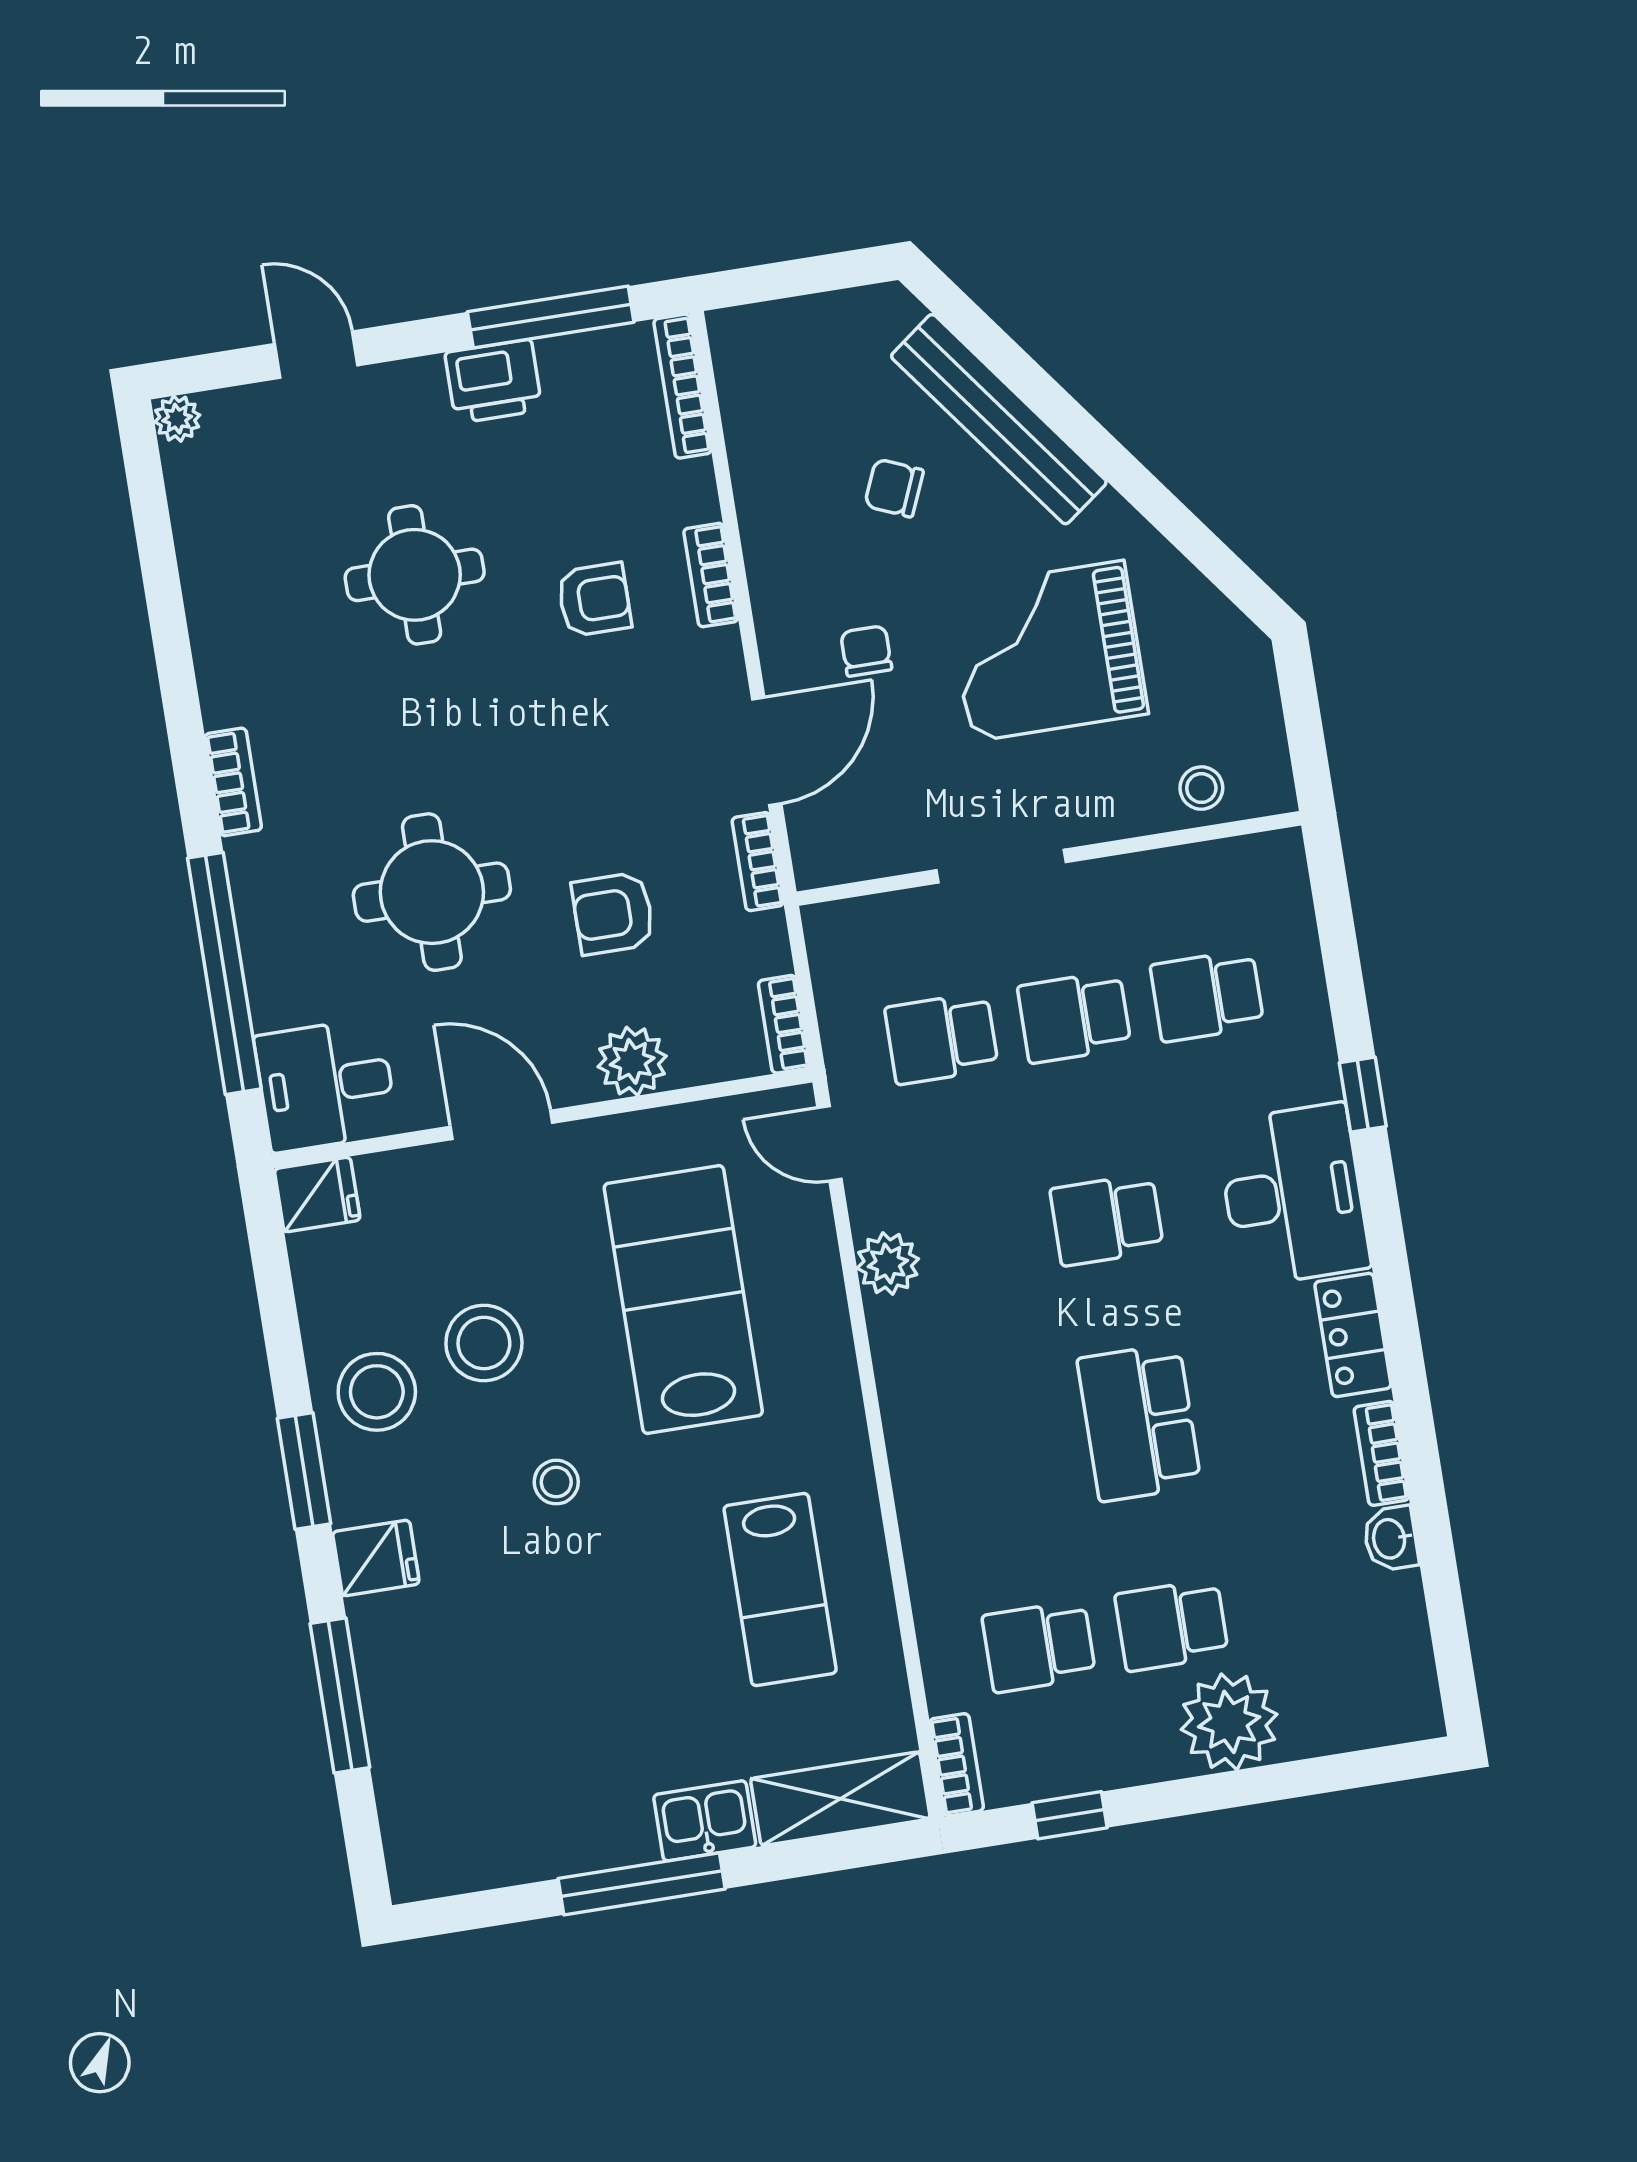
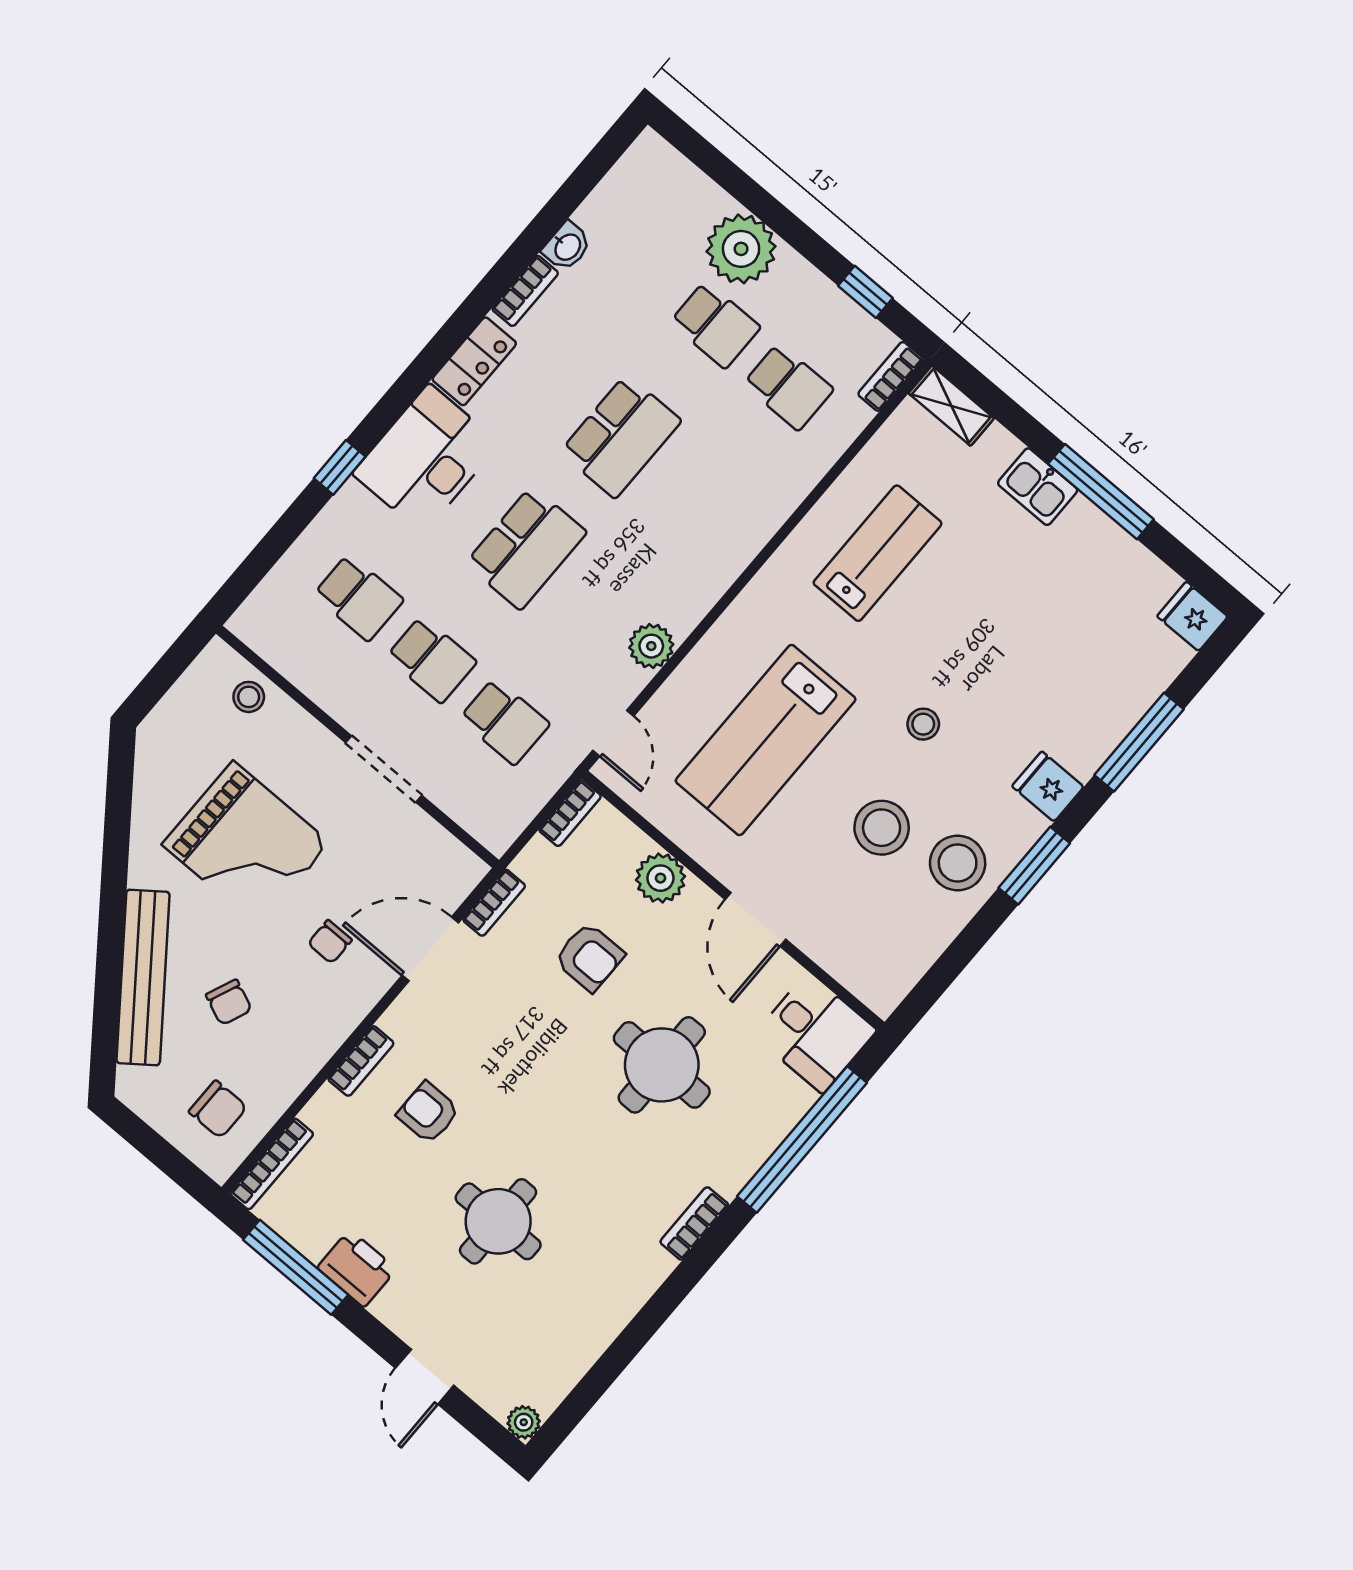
chair: (790, 379) -> (218, 1109), added
fridge: (317, 1194) -> (1193, 616), moved
school desk: (1107, 1220) -> (526, 548), width x1.85
shelving: (840, 1799) -> (951, 406), width x0.67, depth x0.75

